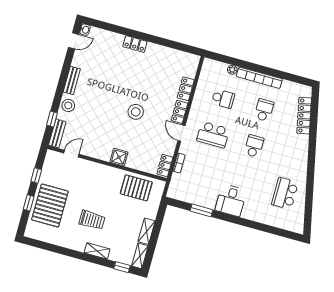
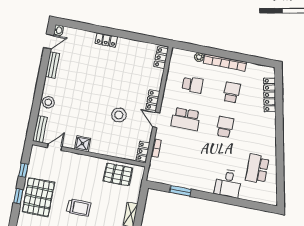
bench: (72, 80) -> (52, 65), moved
locker: (186, 89) -> (161, 58), moved
stool: (136, 112) -> (119, 115), moved
window: (52, 119) -> (34, 116), removed
shower: (119, 157) -> (82, 144), moved
desk: (231, 200) -> (228, 183), moved

